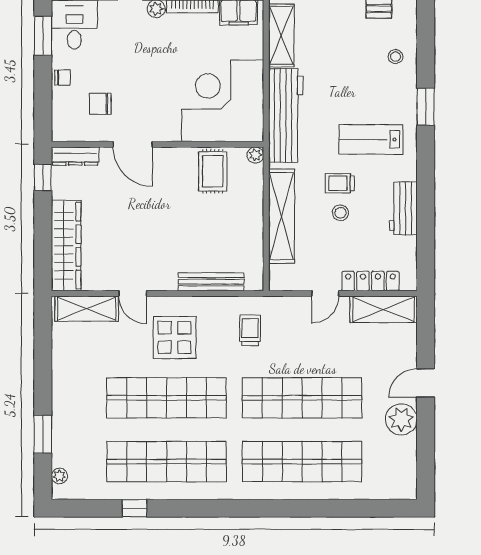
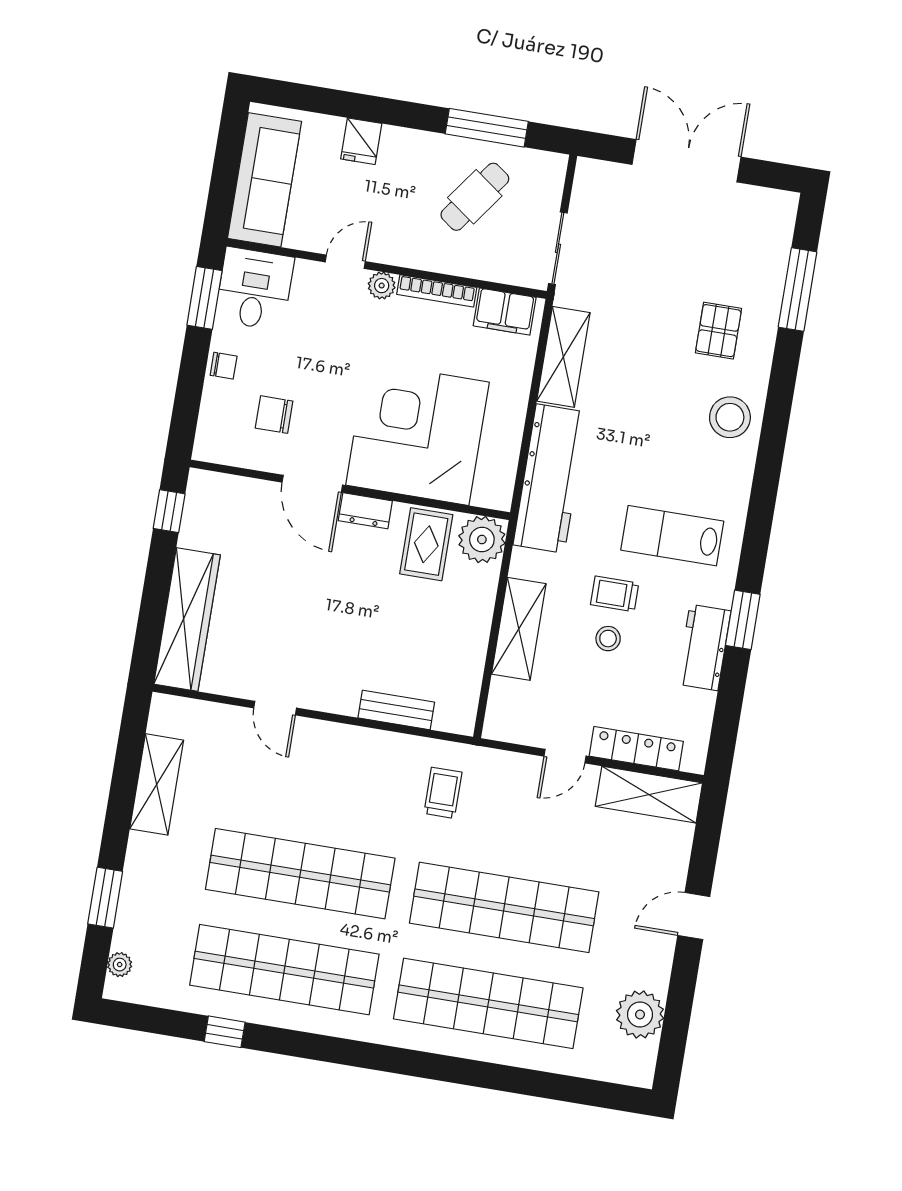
stool: (396, 57) -> (730, 417), width x1.89, depth x1.89
corner desk: (223, 101) -> (417, 434), moved
window: (426, 107) -> (743, 620), moved
plant: (255, 155) -> (482, 539), width x1.87, depth x1.87
dresser: (75, 156) -> (365, 511), moved, width x0.70
shelving: (282, 216) -> (519, 629), width x0.68
bench: (211, 282) -> (396, 710), width x0.73
shelving: (87, 309) -> (157, 784), moved, turned 90
display table: (175, 337) -> (327, 785), removed
plant: (401, 419) -> (640, 1015), moved

